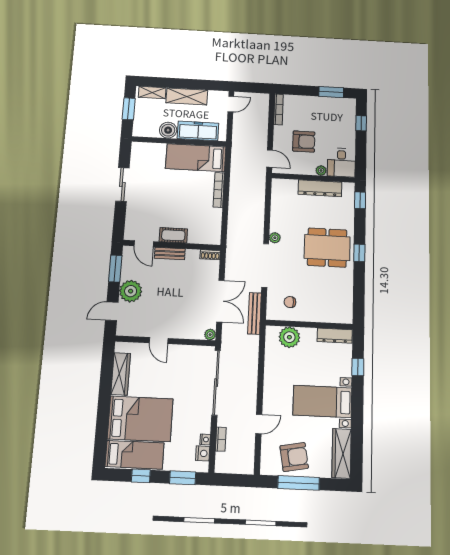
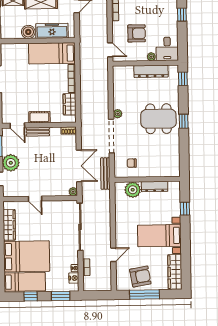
wardrobe: (214, 222) -> (70, 104), added
dresser: (335, 336) -> (155, 187), moved

